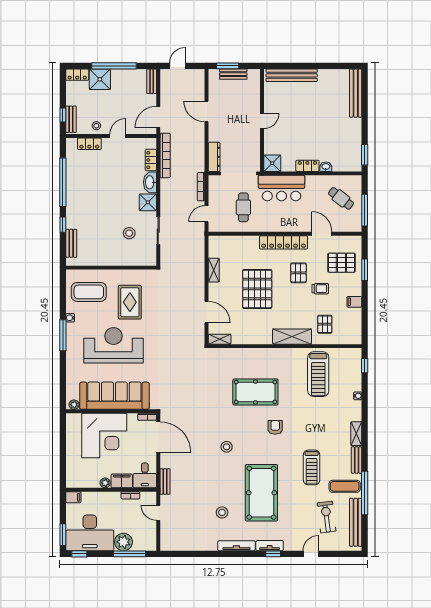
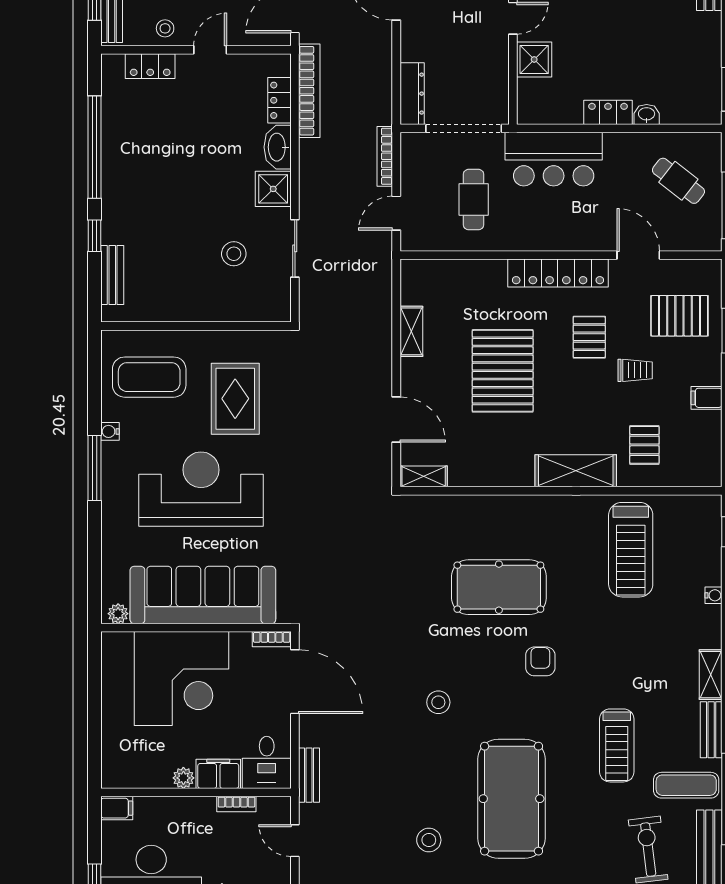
shower: (272, 163) -> (534, 59), moved

